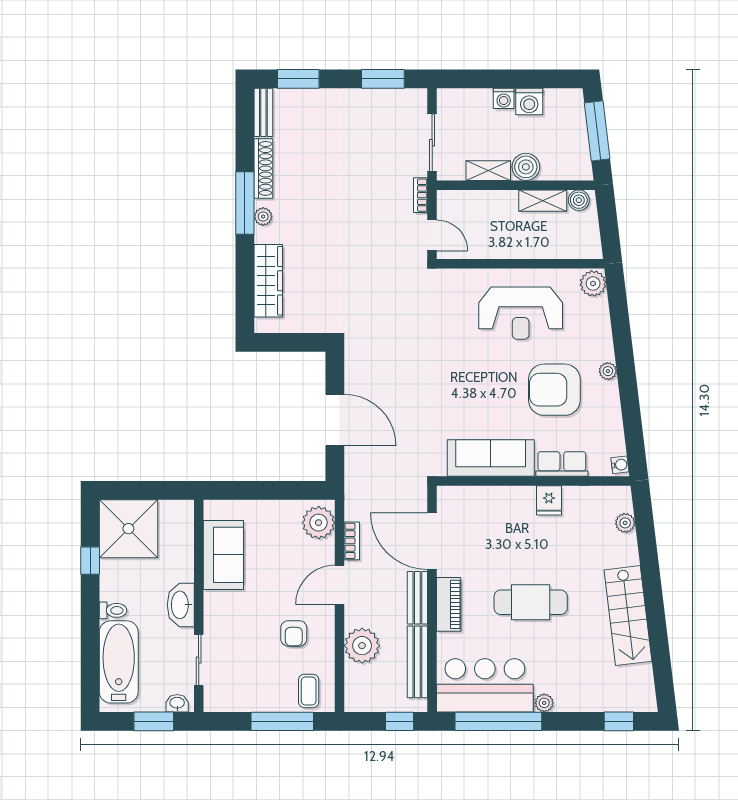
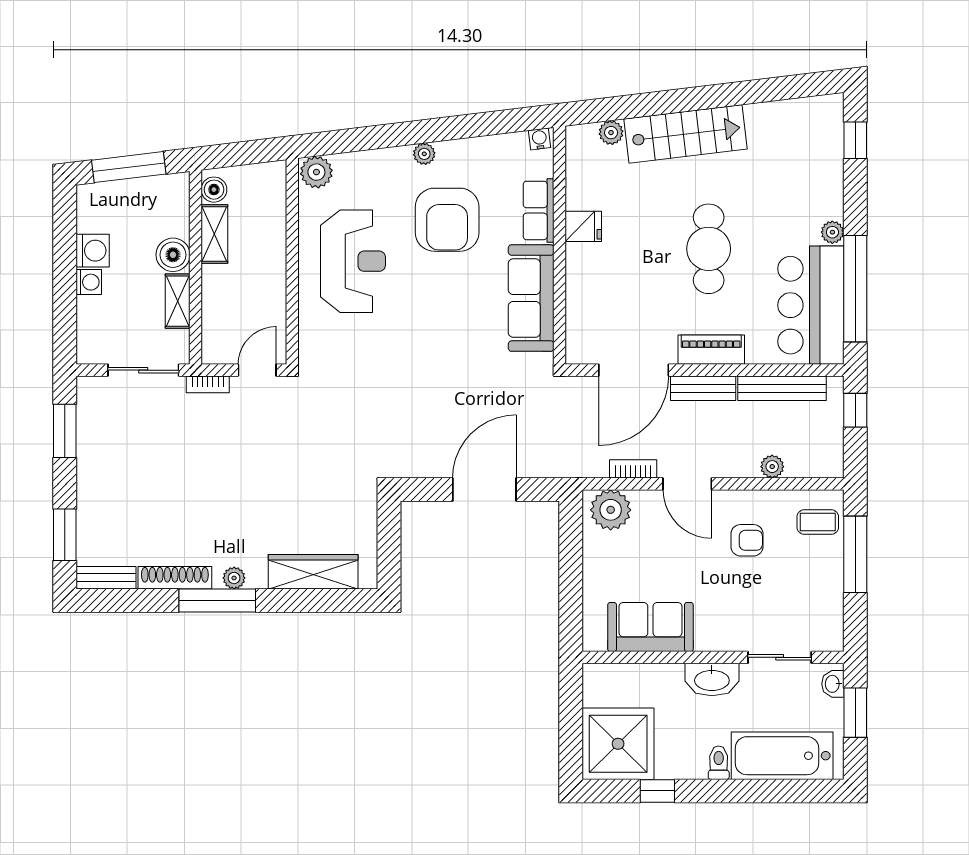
stairs: (628, 616) -> (686, 134), moved
plant: (362, 646) -> (772, 467), width x0.53, depth x0.53

